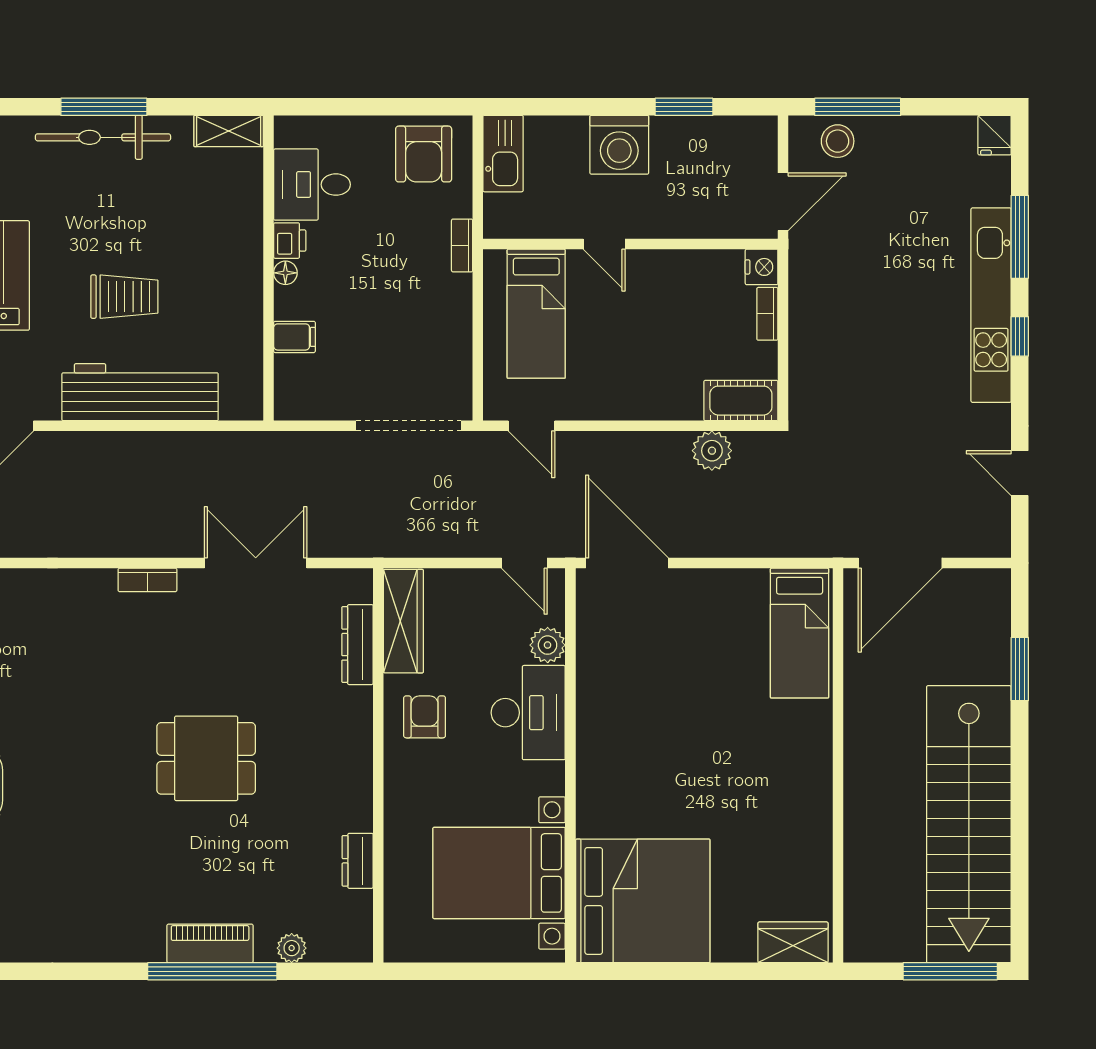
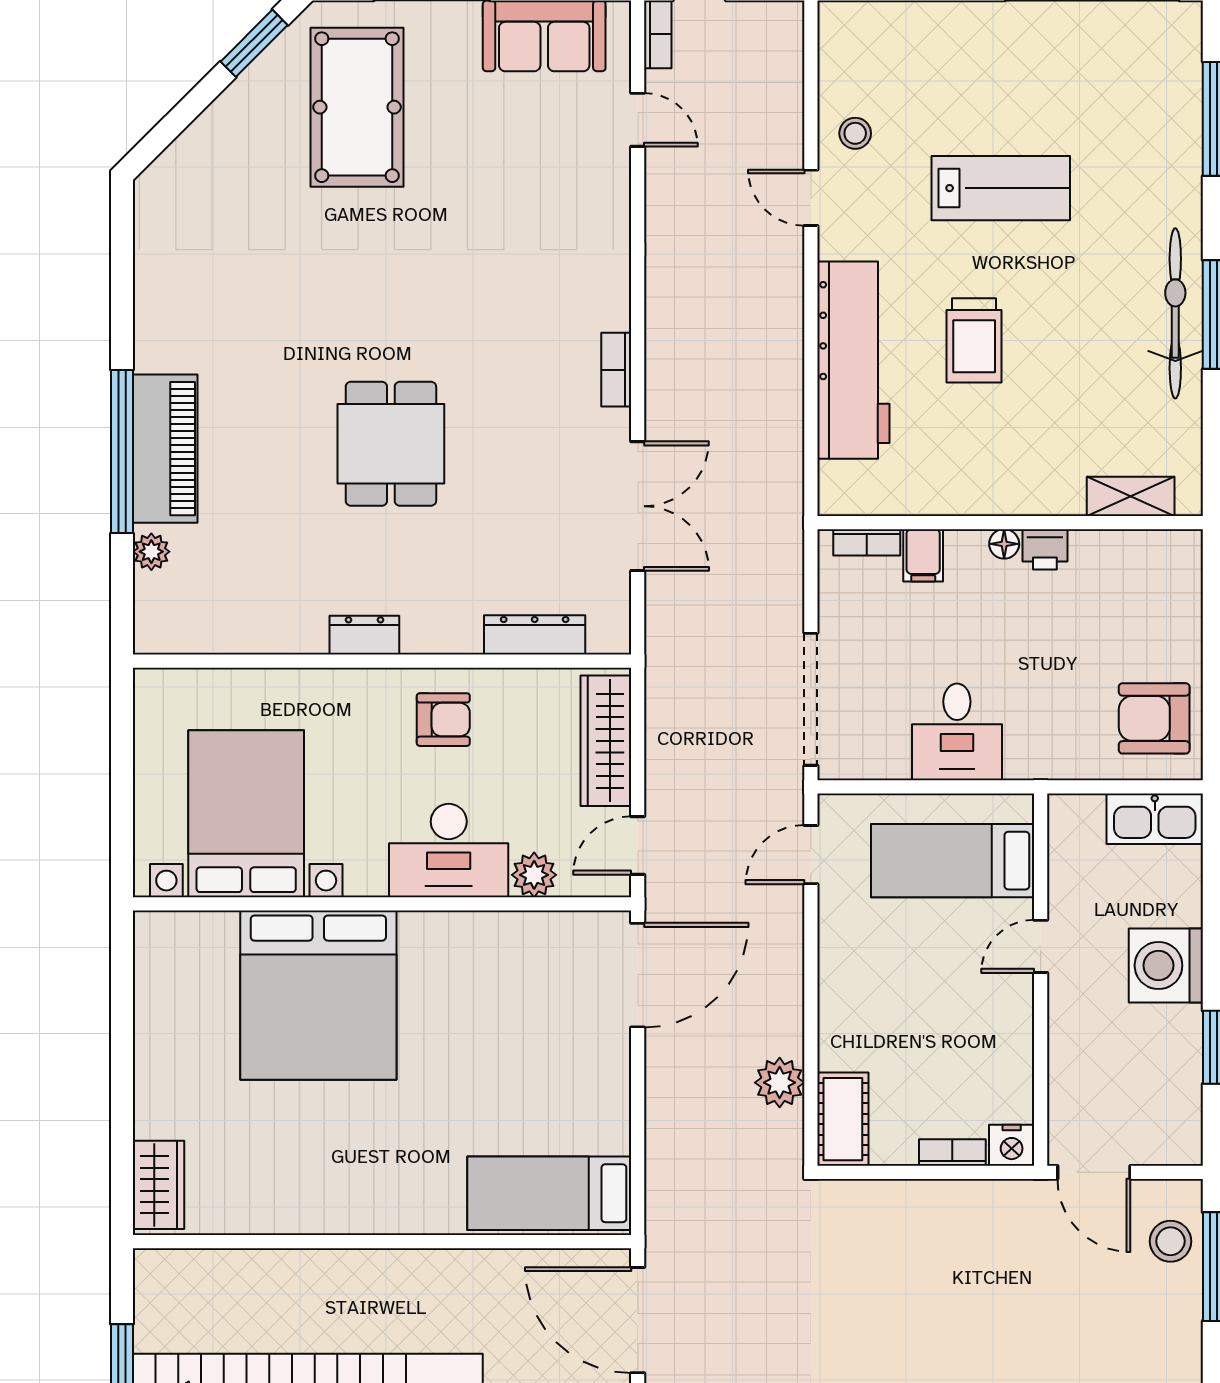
shelving: (229, 131) -> (1131, 496), moved, turned 90
desk: (312, 185) -> (957, 732), moved, turned 180
bookcase: (462, 245) -> (867, 542), moved, turned 180
wardrobe: (403, 621) -> (606, 741), moved, turned 90
dresser: (358, 861) -> (364, 635), moved
bed: (643, 901) -> (318, 995), moved
piano: (210, 943) -> (165, 449), width x1.37, depth x1.33

